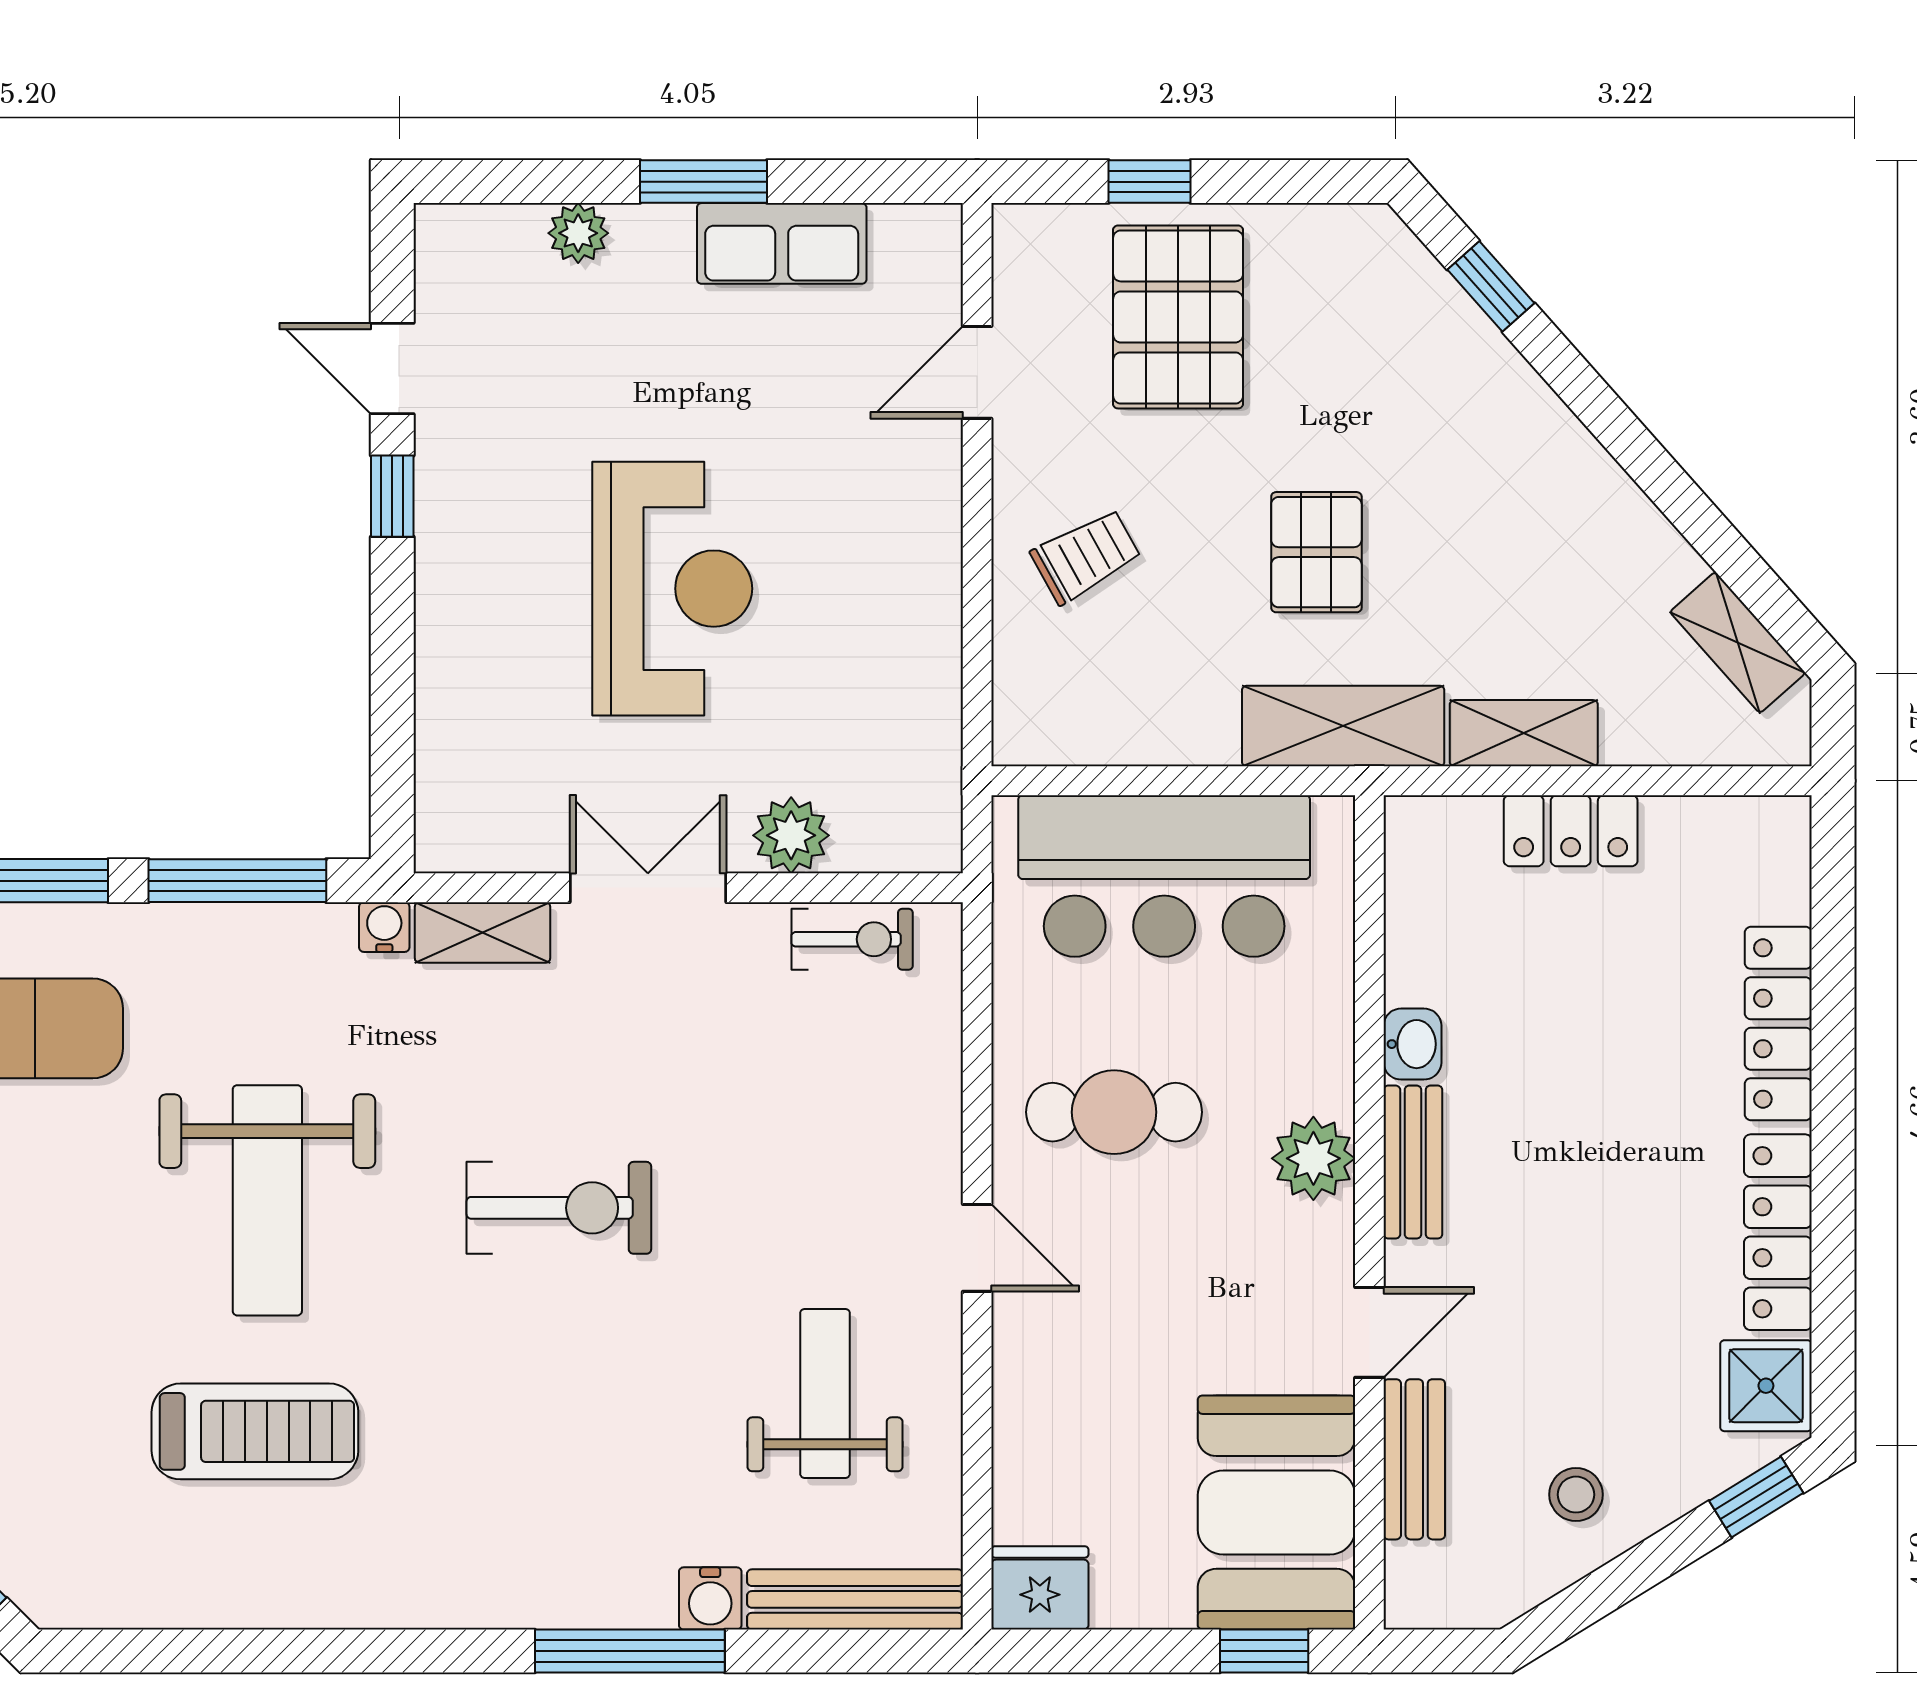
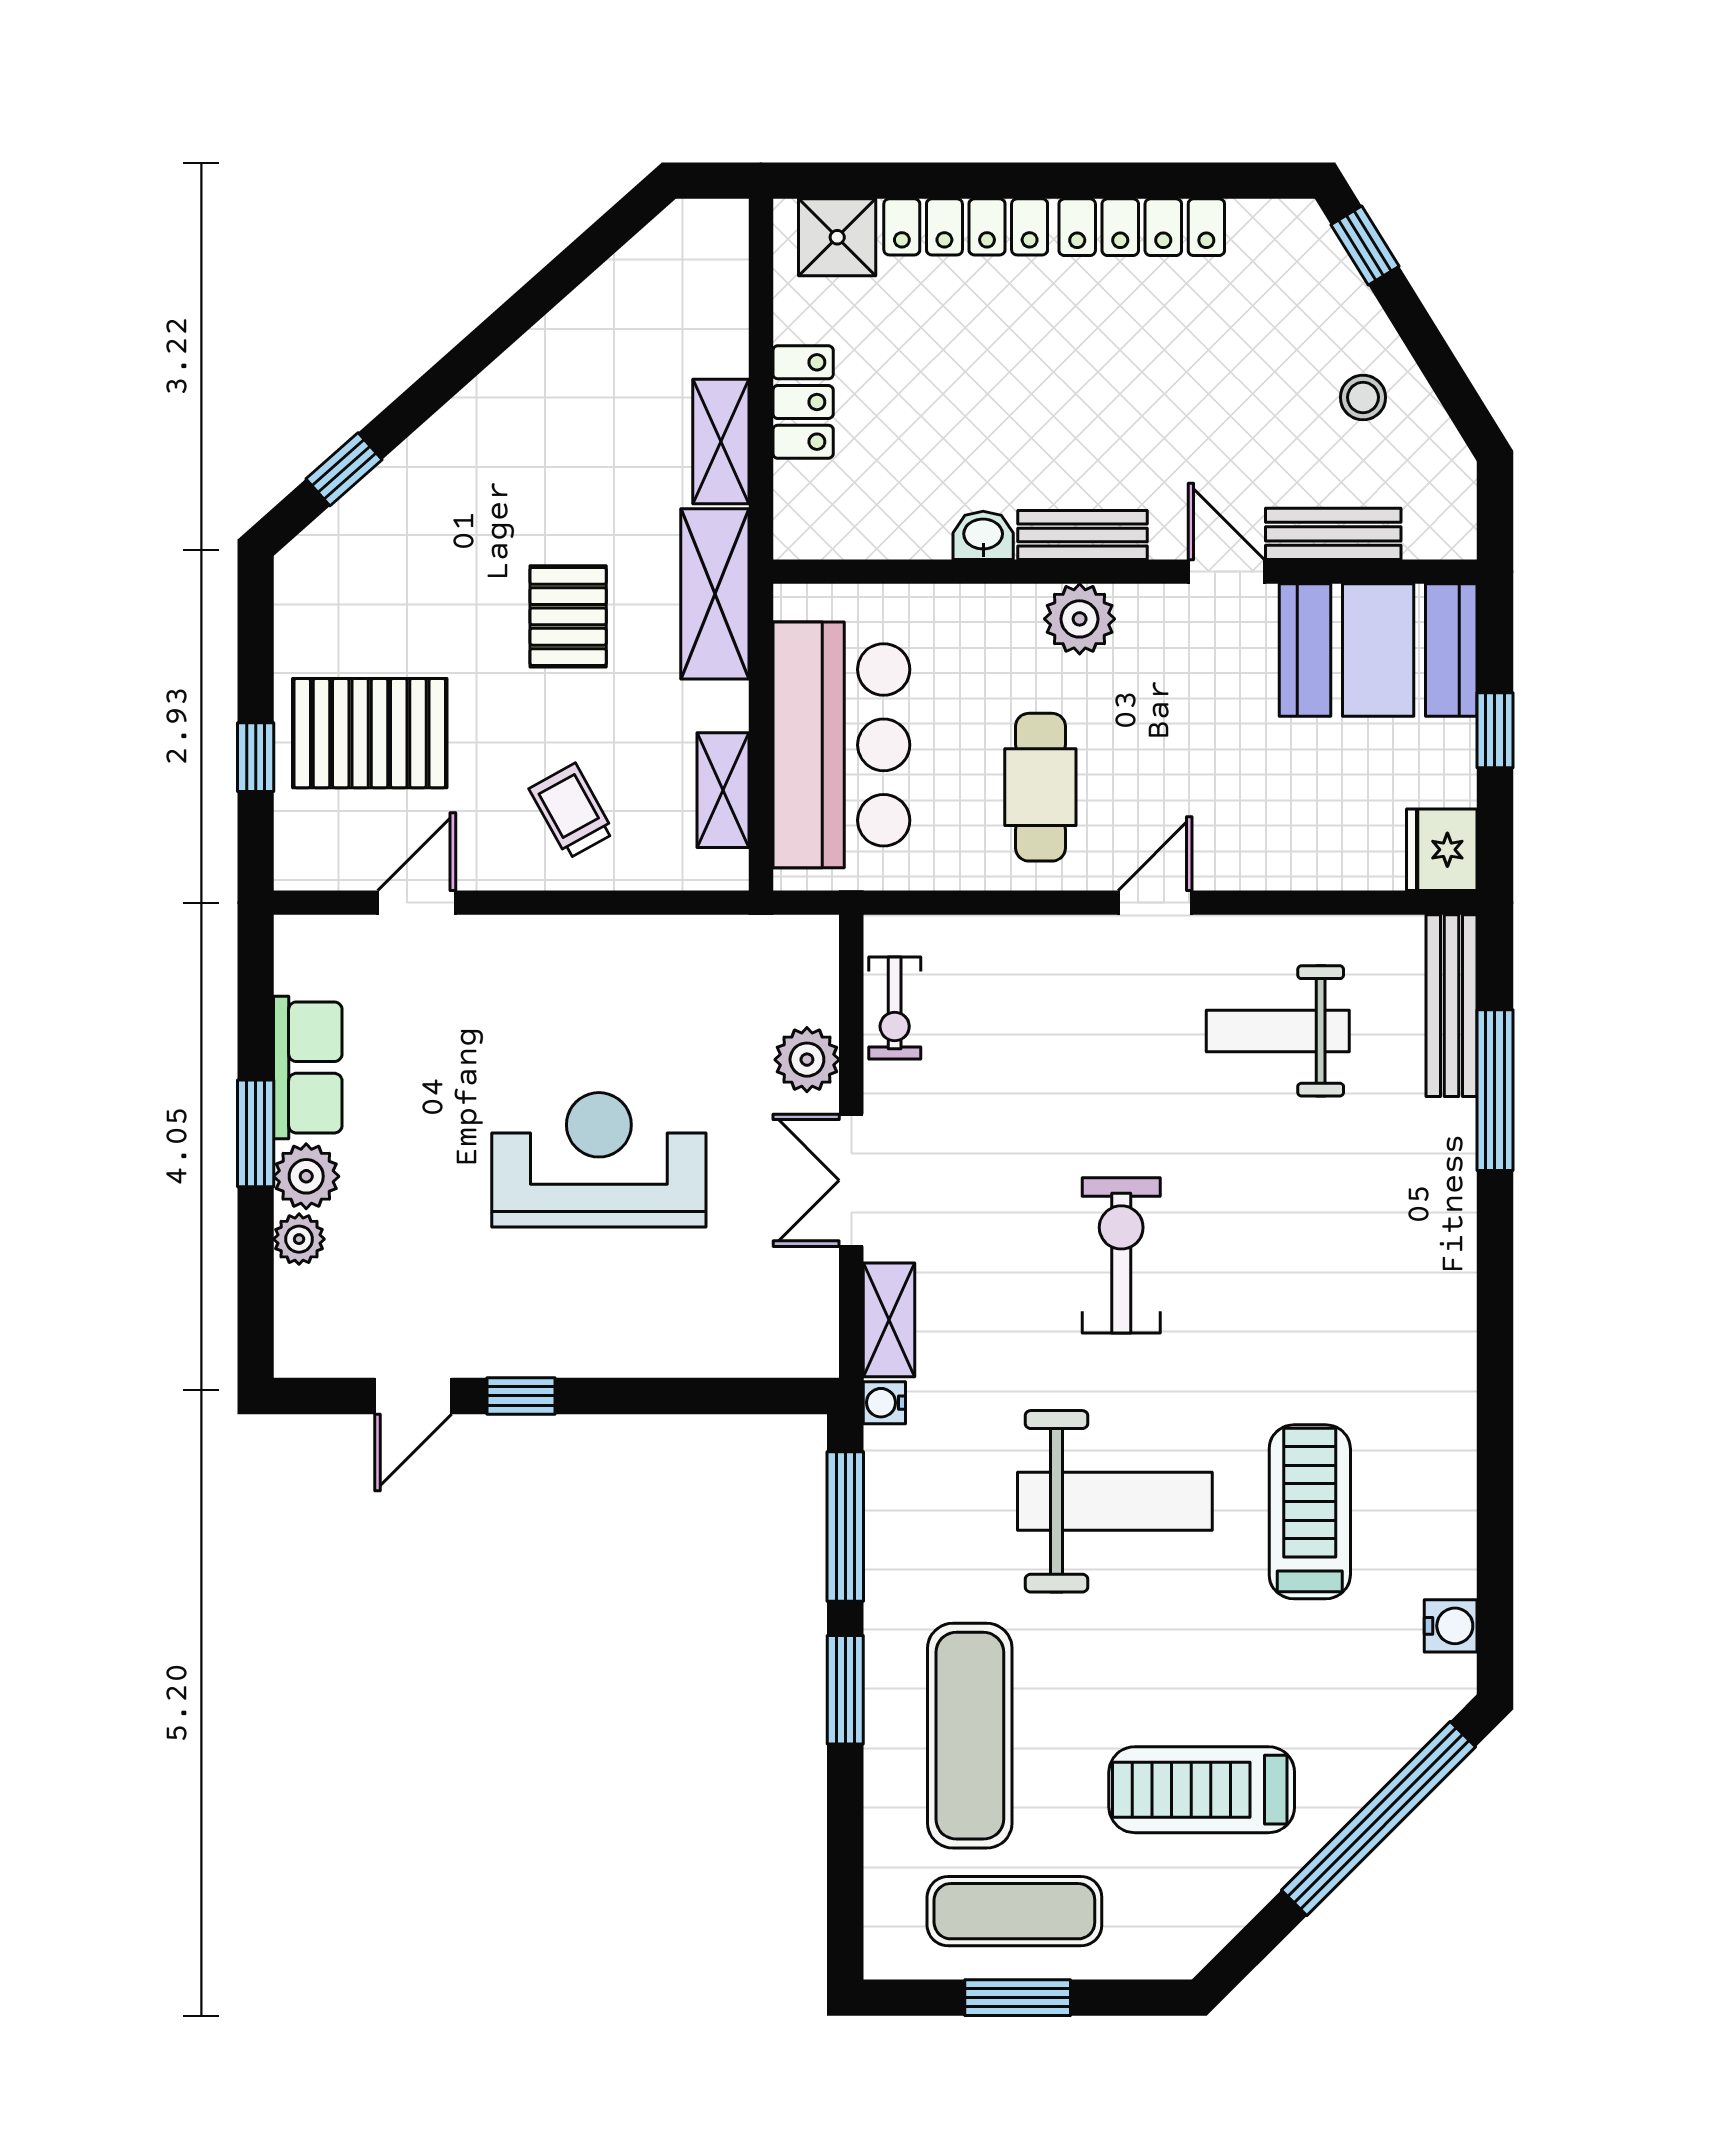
plant: (653, 242) -> (306, 1176), added
door: (977, 372) -> (417, 903), swing flipped
pallet: (1316, 552) -> (568, 616), turned 90
shelving: (1738, 642) -> (723, 790), moved, turned -48
exercise bike: (852, 939) -> (895, 1008), turned 180
shower: (1766, 1386) -> (837, 237), moved
water cooler: (710, 1598) -> (1451, 1626), moved
window: (630, 1651) -> (1495, 1090), moved
window: (1264, 1651) -> (1495, 730), moved

